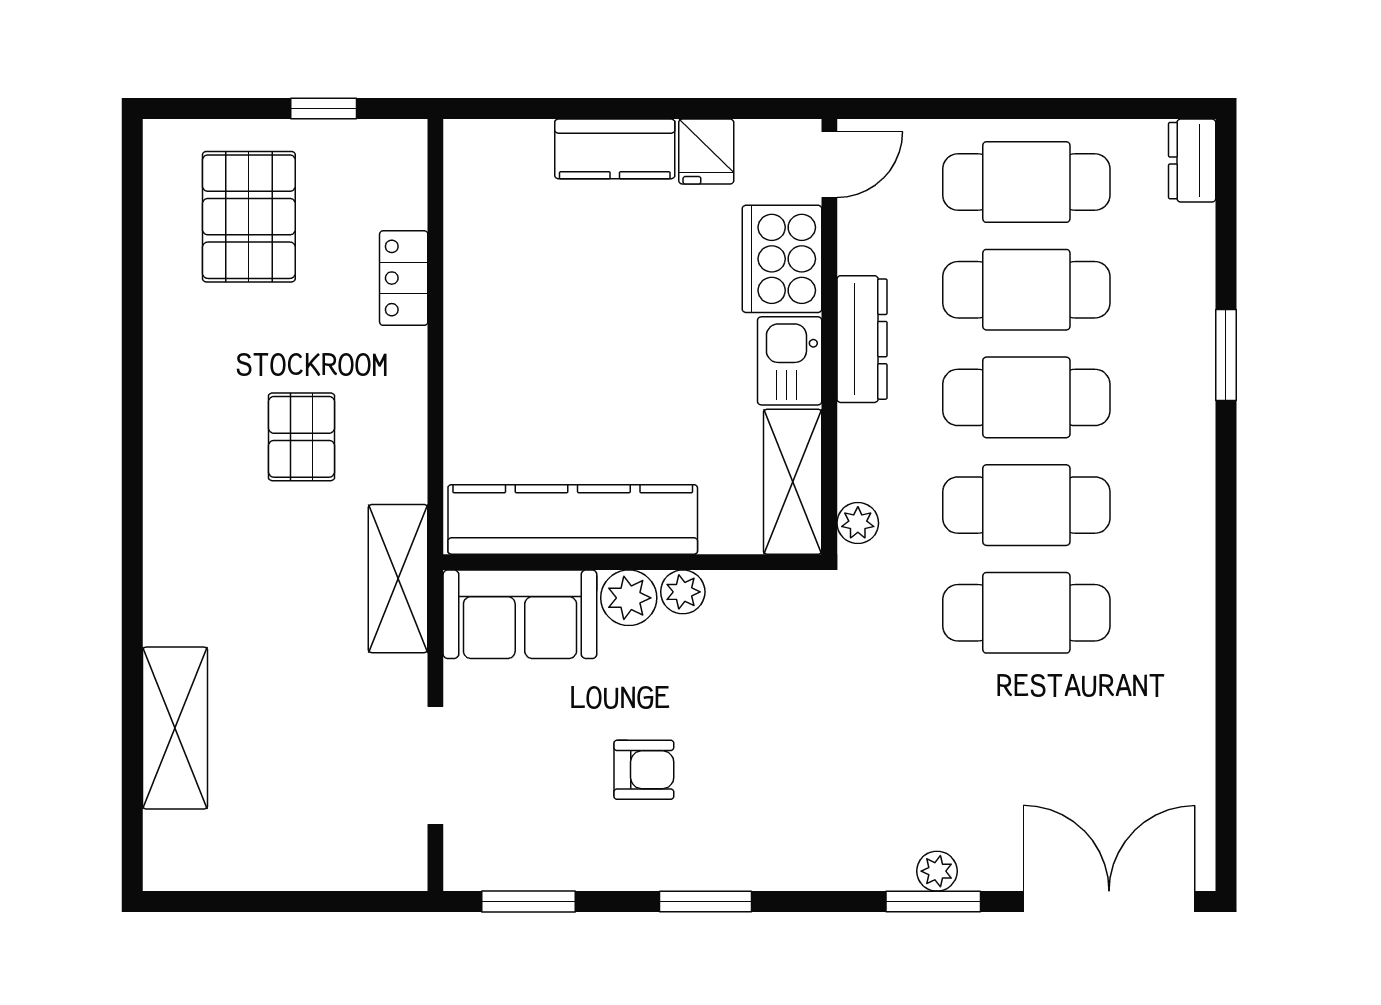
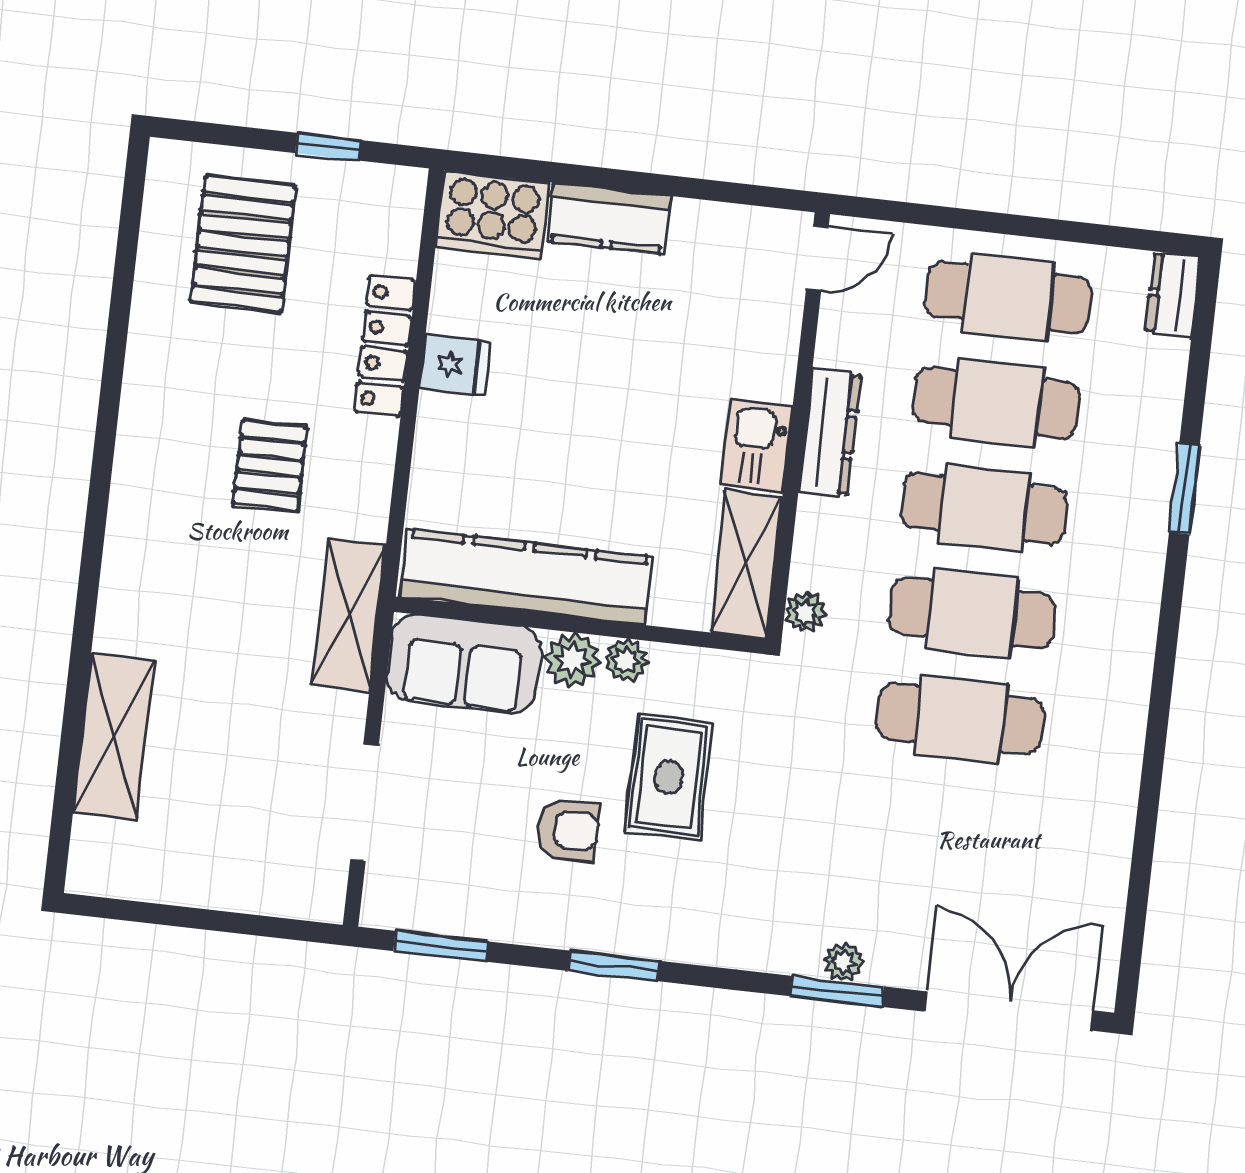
fridge: (706, 152) -> (454, 365), moved, turned -90
cooker: (782, 259) -> (492, 215), moved, turned -90
locker: (404, 278) -> (385, 346), width x1.53
rug: (739, 705) -> (669, 777), added

